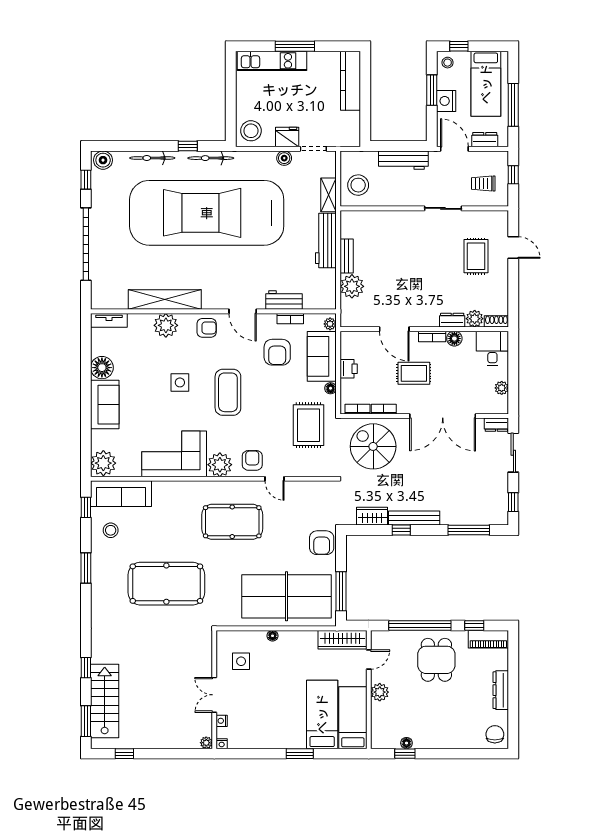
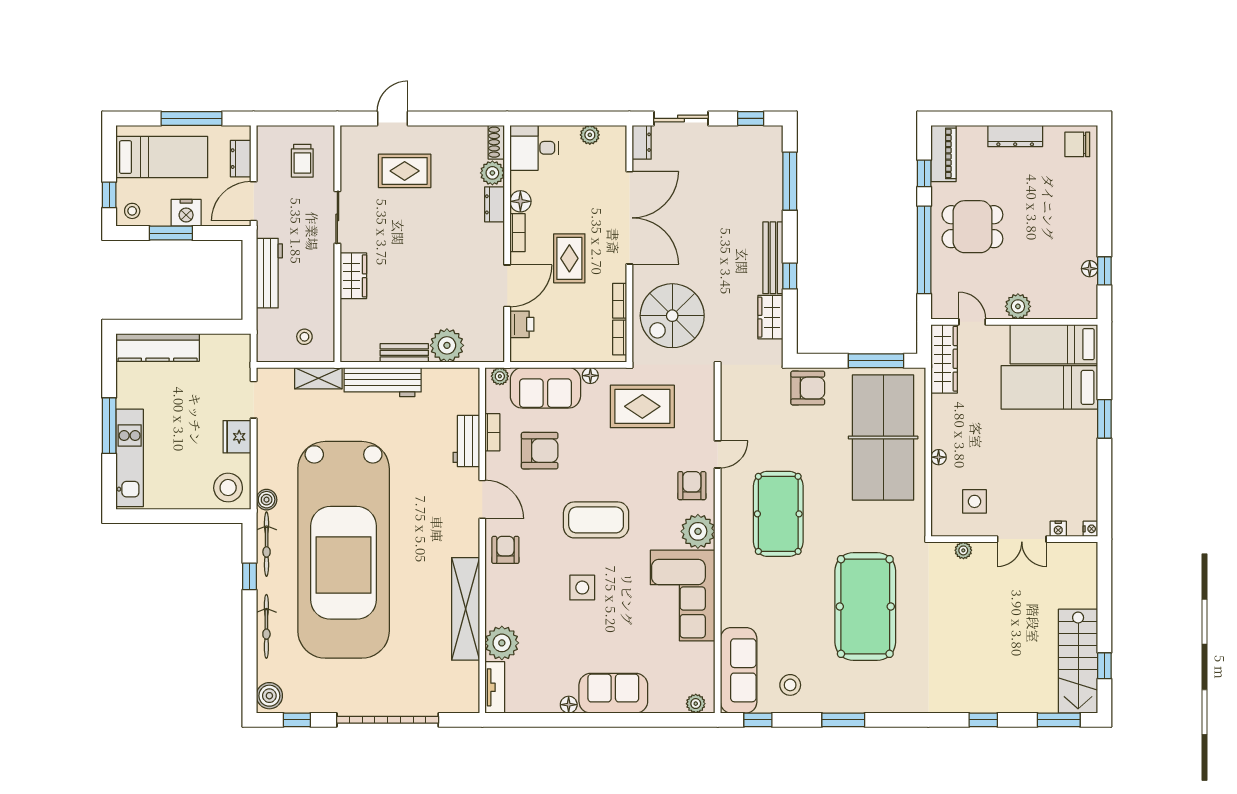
boiler: (284, 158) -> (267, 500), moved
window: (513, 175) -> (290, 118), removed
stool: (358, 185) -> (304, 337), width x0.53, depth x0.53
wardrobe: (401, 220) -> (353, 276), added
door: (243, 311) -> (482, 499), hinge flipped
plant: (166, 325) -> (502, 643), moved
floor lamp: (102, 368) -> (569, 705), width x0.53, depth x0.53
printer: (349, 369) -> (522, 324), moved, turned 90
armchair: (252, 460) -> (692, 486), turned 90
plant: (103, 463) -> (696, 704), width x0.53, depth x0.53
stairs: (105, 701) -> (1078, 661), moved, turned -90
plant: (206, 743) -> (963, 550), moved

